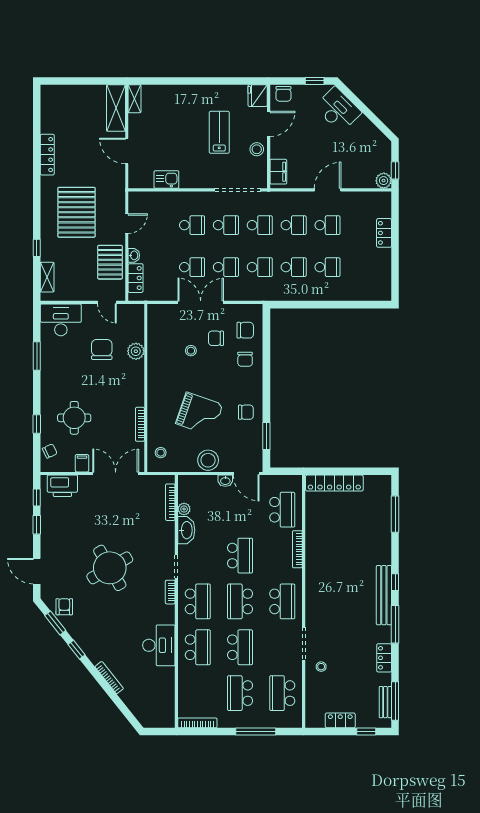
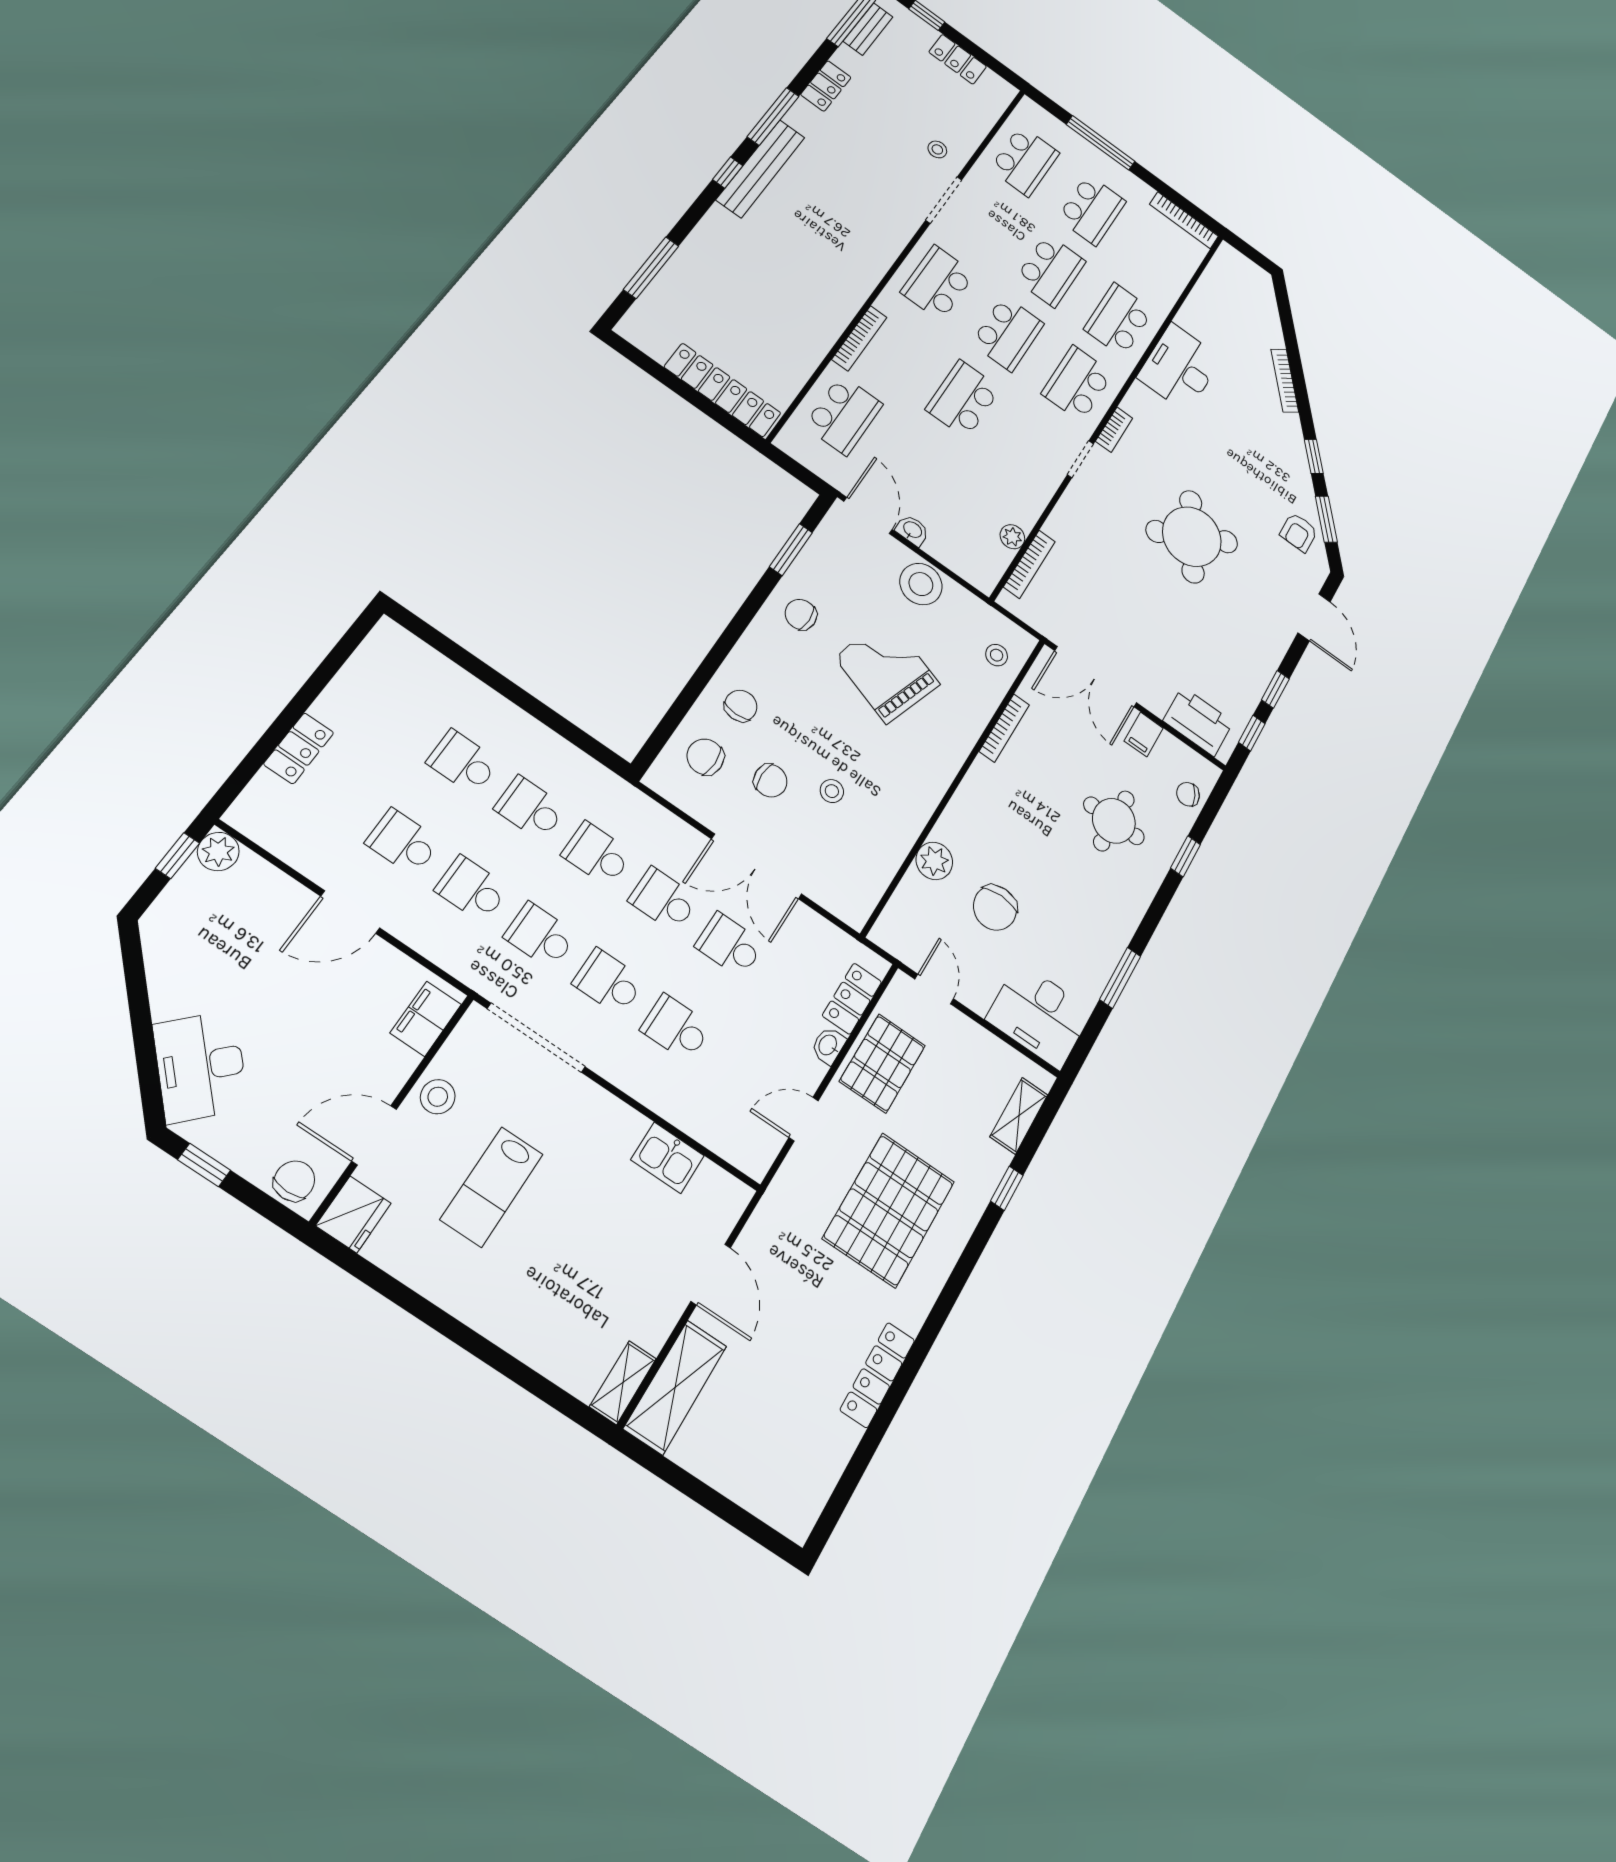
school desk: (282, 510) -> (844, 415), turned 180
washbasin: (186, 530) -> (1029, 502), removed
school desk: (240, 647) -> (1051, 270), turned 180

